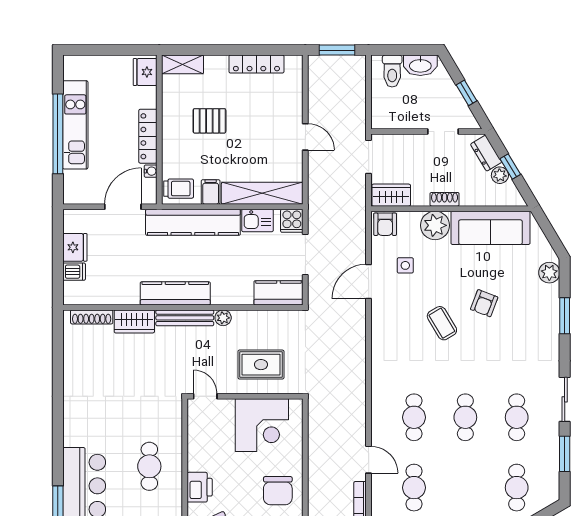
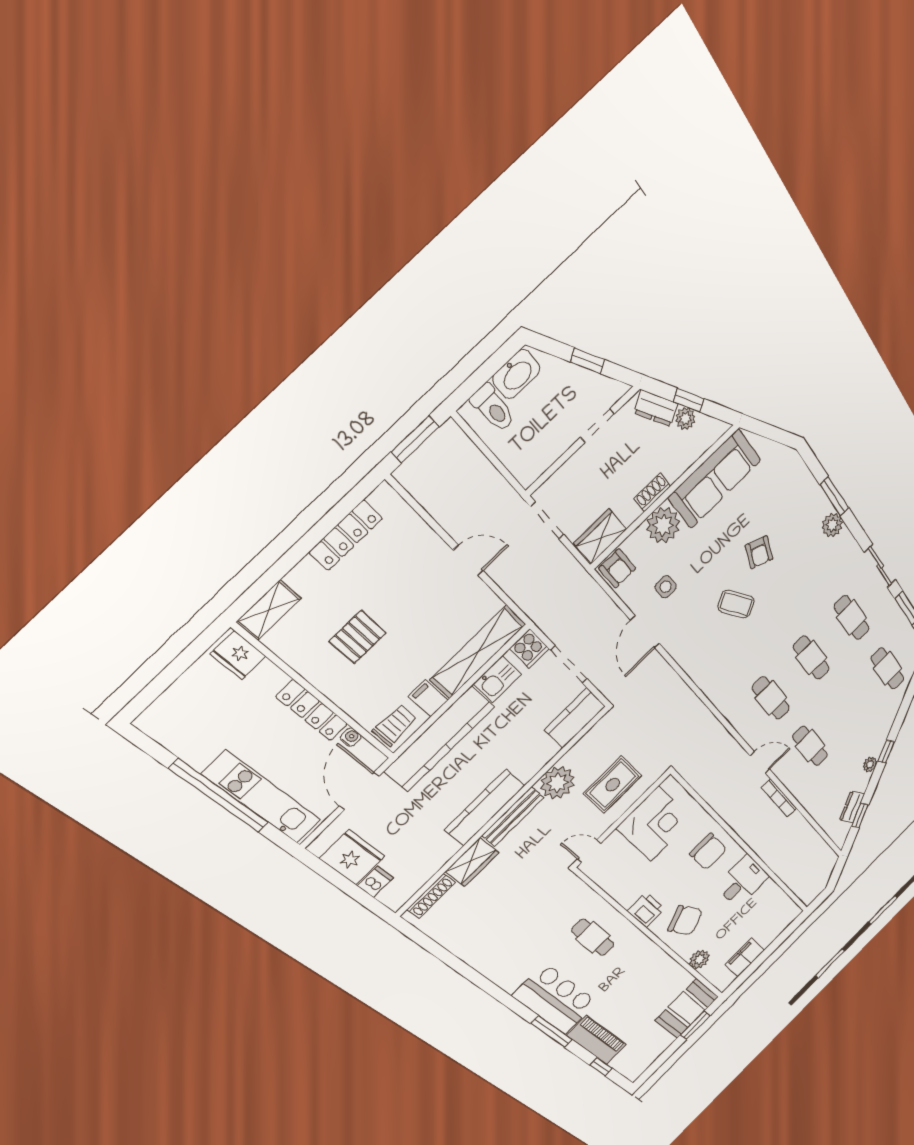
kitchen unit: (75, 125) -> (262, 797), moved
fridge: (75, 247) -> (352, 857), width x1.36, depth x1.34
plant: (549, 273) -> (832, 525), moved
plant: (223, 318) -> (557, 783), width x1.88, depth x1.88

